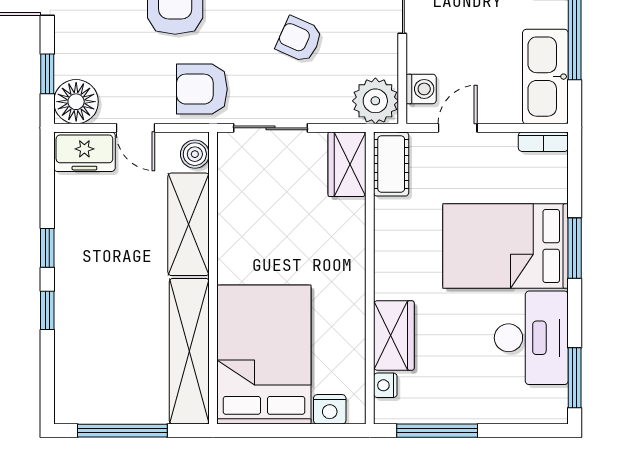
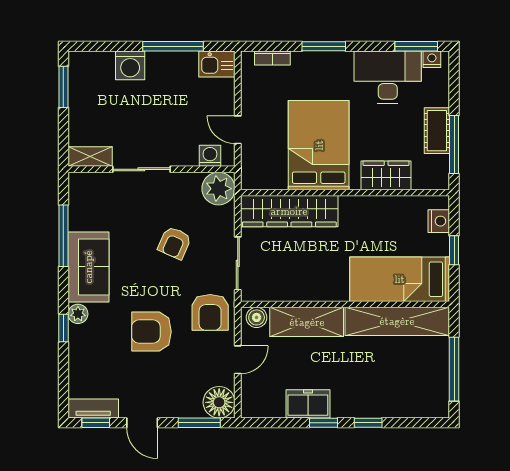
window: (47, 74) -> (199, 423), width x1.50
kitchen sink: (545, 77) -> (217, 64), width x0.53, depth x0.81
bookcase: (543, 142) -> (272, 58), moved, turned 90
freezer: (84, 152) -> (308, 404), moved, turned -90
wardrobe: (347, 164) -> (289, 211), width x2.10, depth x1.17
cot: (391, 164) -> (437, 131), moved, turned 90
bed: (505, 246) -> (319, 145), moved, turned 180
bed: (264, 355) -> (400, 279), width x0.67
nightstand: (385, 385) -> (432, 59), moved, turned 180
window: (289, 431) -> (454, 250), added

